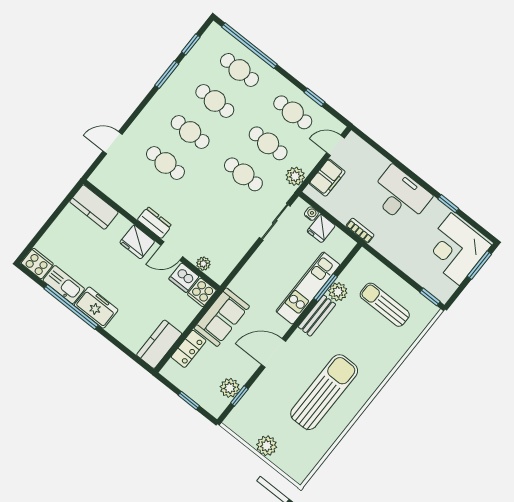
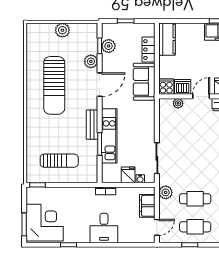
cafe table: (243, 174) -> (195, 171), removed
desk: (400, 196) -> (104, 228), width x0.73
plant: (338, 292) -> (91, 61), moved

